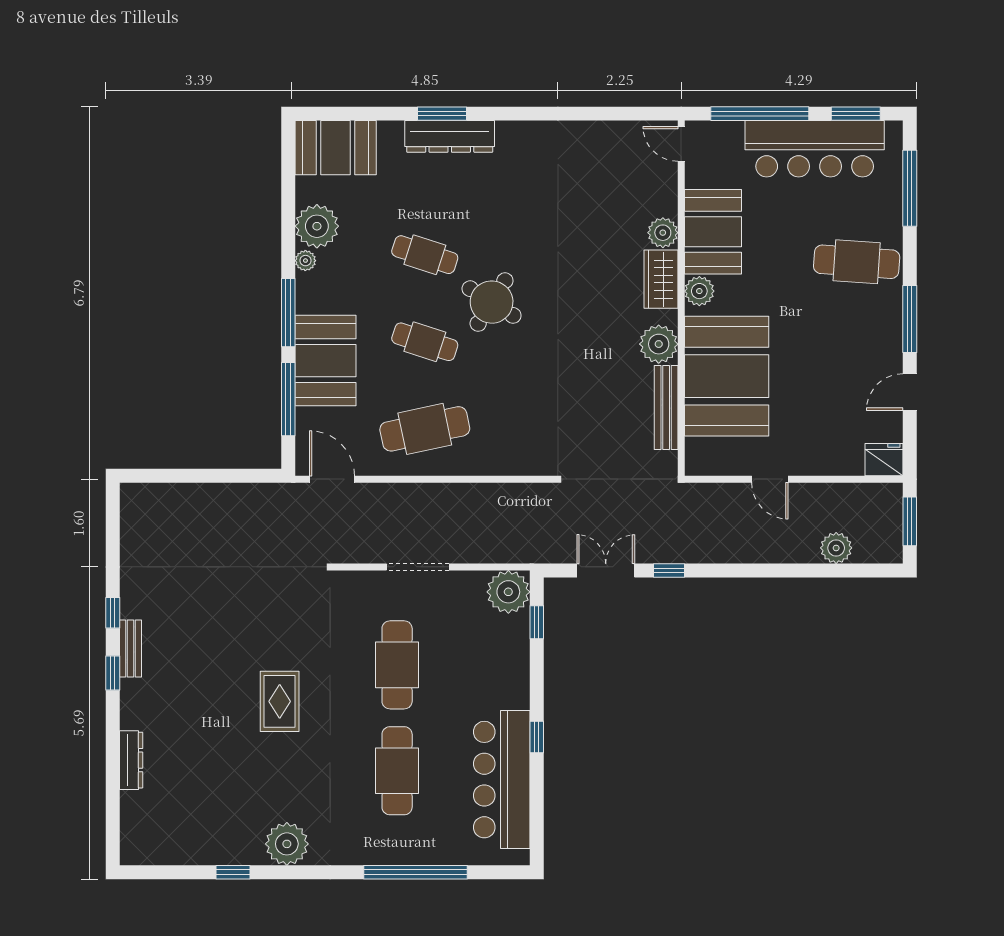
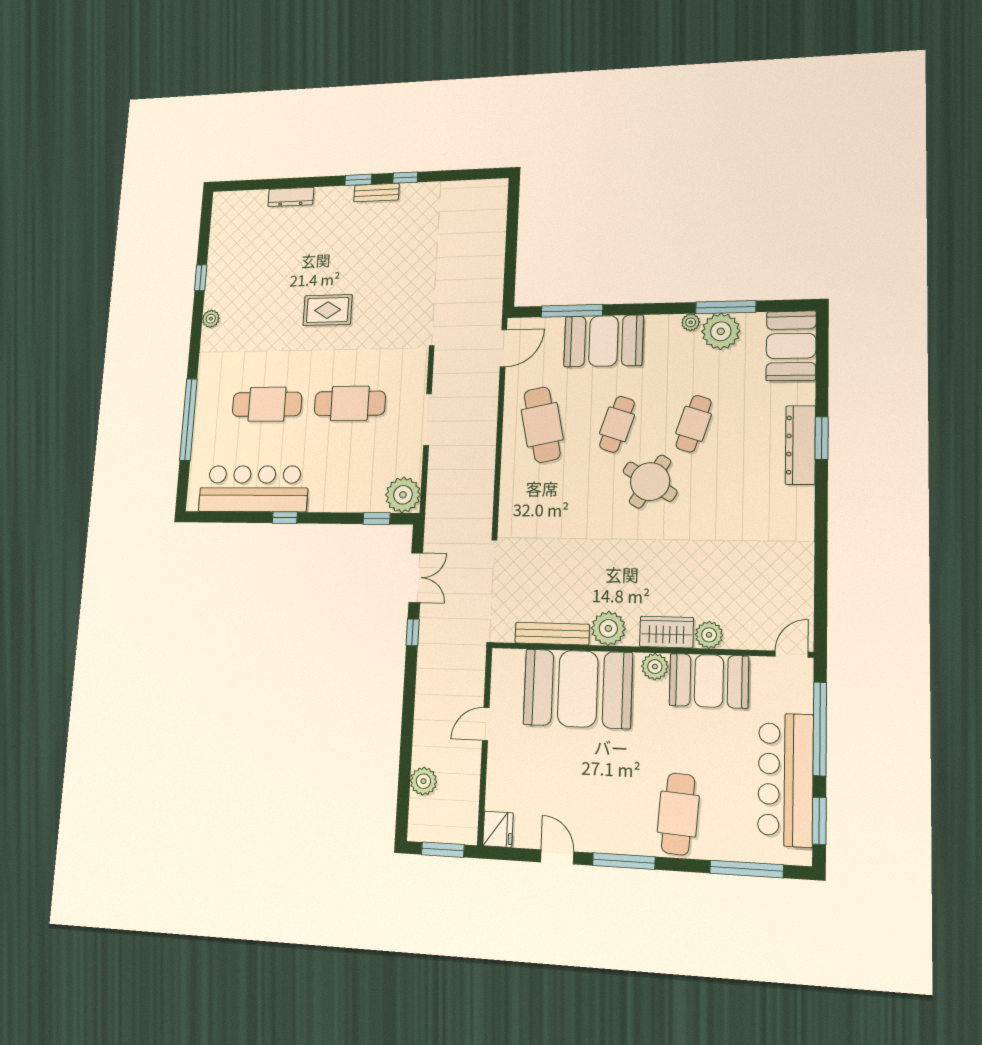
window: (288, 313) -> (726, 307), moved
plant: (287, 844) -> (211, 319), width x0.53, depth x0.53

